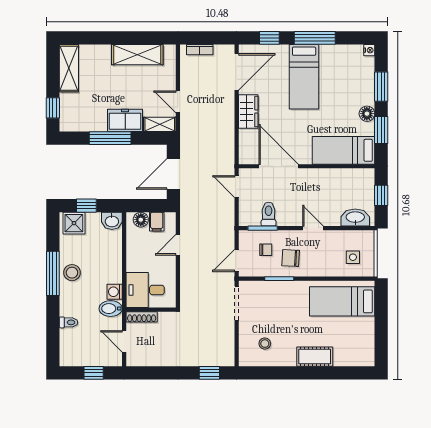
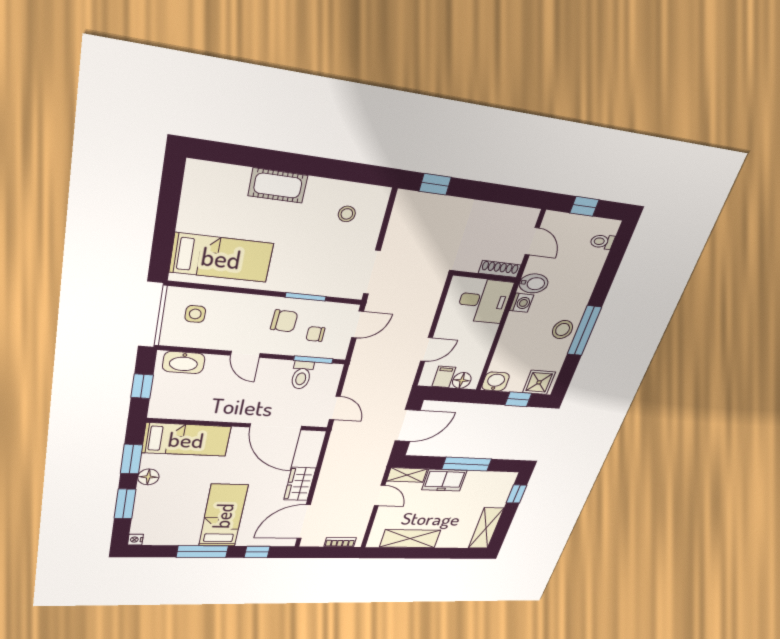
toilet: (68, 322) -> (602, 242), moved

